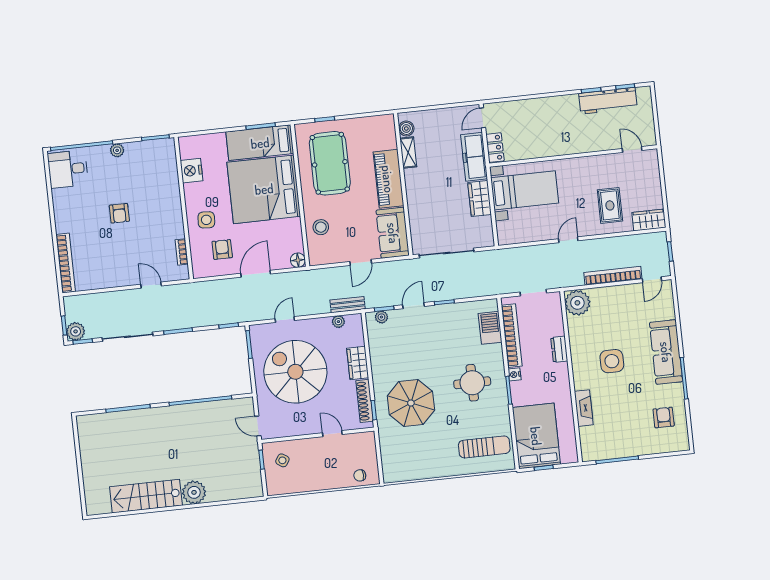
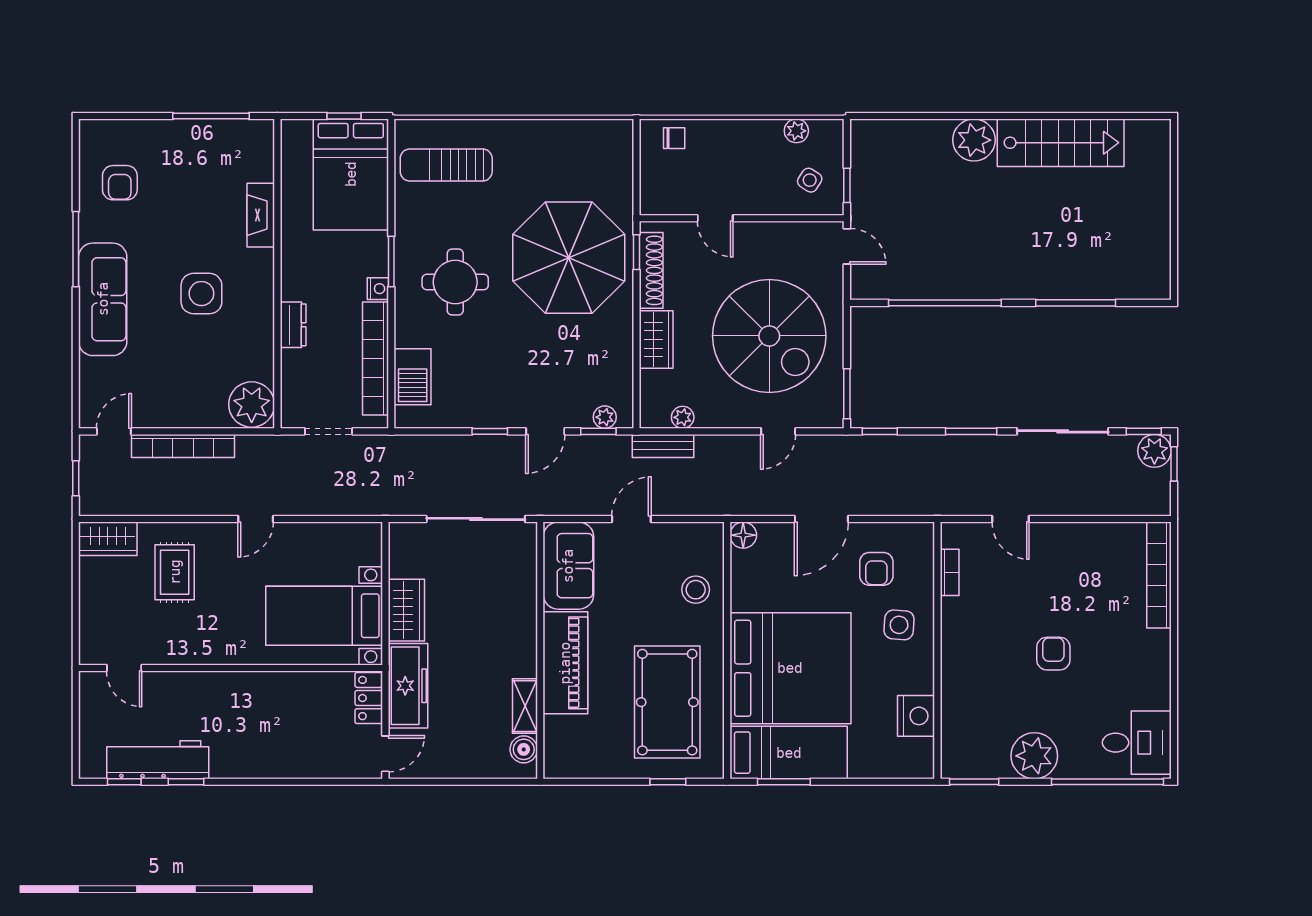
plant: (117, 150) -> (1034, 756), width x1.87, depth x1.87
parasol: (411, 403) -> (569, 258), width x1.36, depth x1.36
plant: (293, 487) -> (796, 131), added

